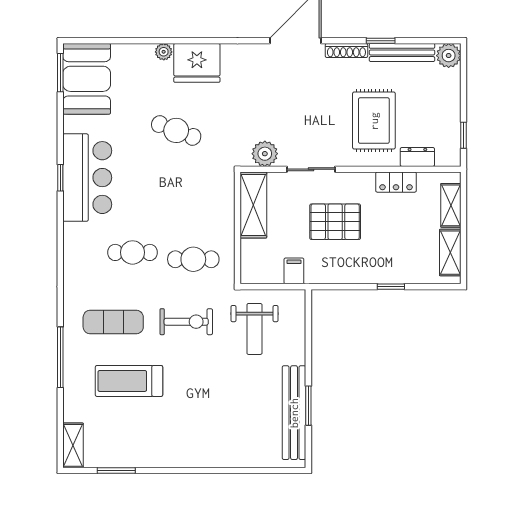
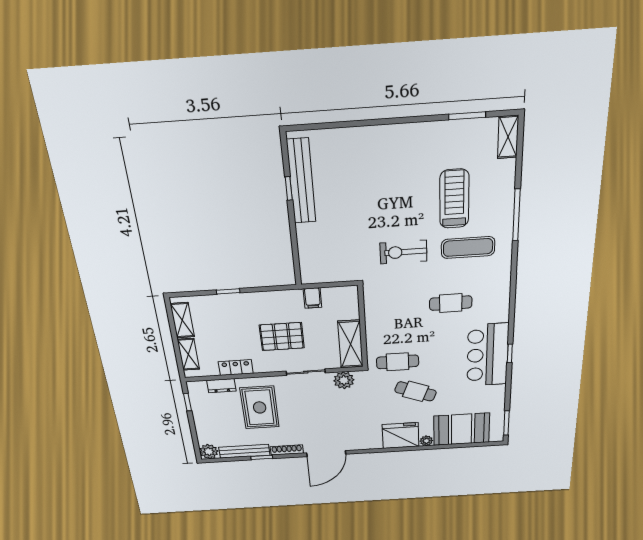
booth: (87, 79) -> (462, 429), moved, turned 90
cafe table: (193, 259) -> (398, 362), moved
weight bench: (254, 329) -> (343, 250), removed
treadmill: (129, 381) -> (454, 199), turned -90
window: (308, 406) -> (289, 188), width x0.67

